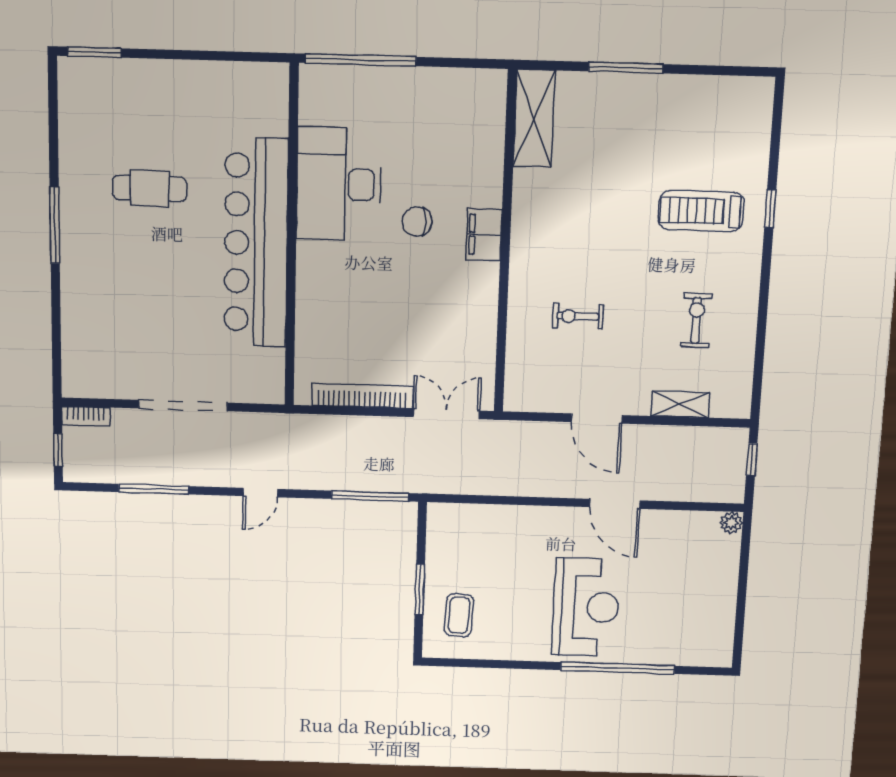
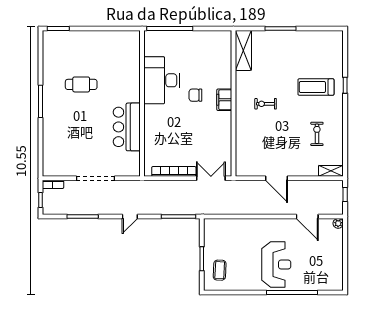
bar counter: (256, 243) -> (127, 127), width x0.54
exercise bike: (578, 316) -> (266, 104), moved
shelving: (680, 404) -> (331, 171), moved
door: (615, 504) -> (307, 216), moved

